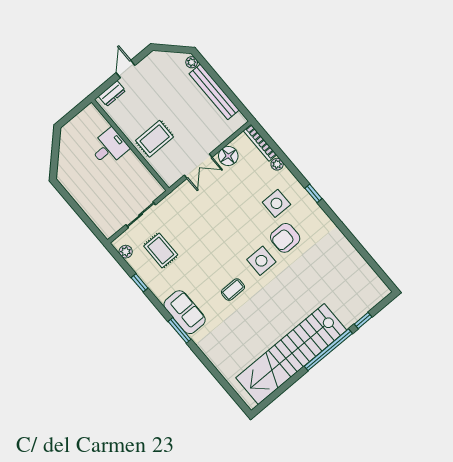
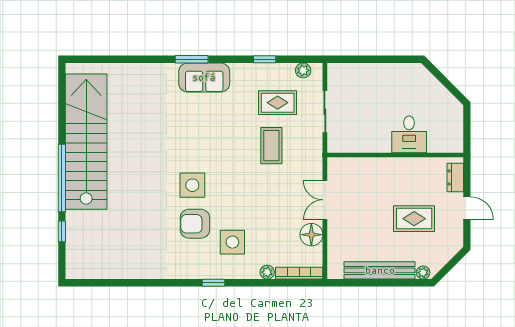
rug: (155, 139) -> (414, 219), moved, turned 90
armchair: (285, 238) -> (195, 224), turned -90
coffee table: (233, 290) -> (271, 146), moved, width x1.36, depth x1.30

